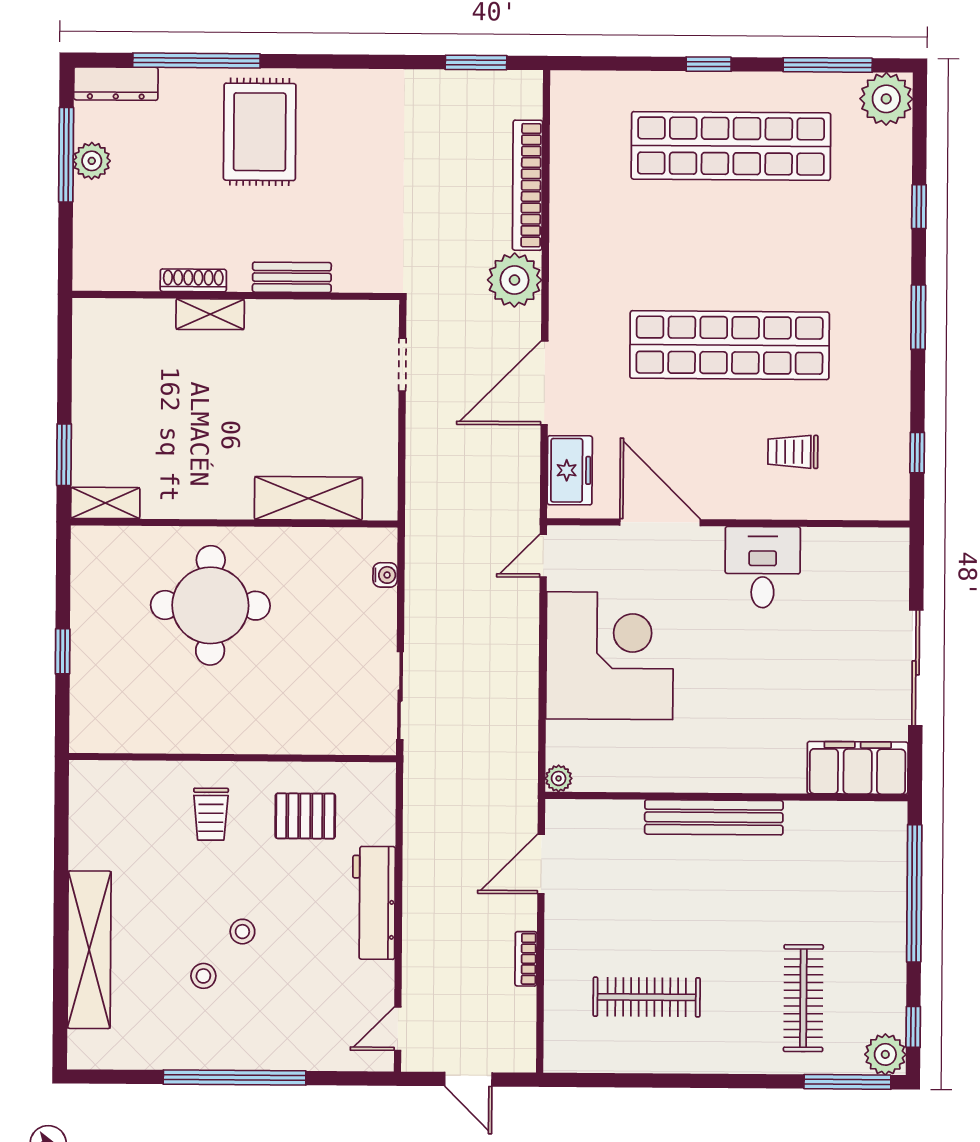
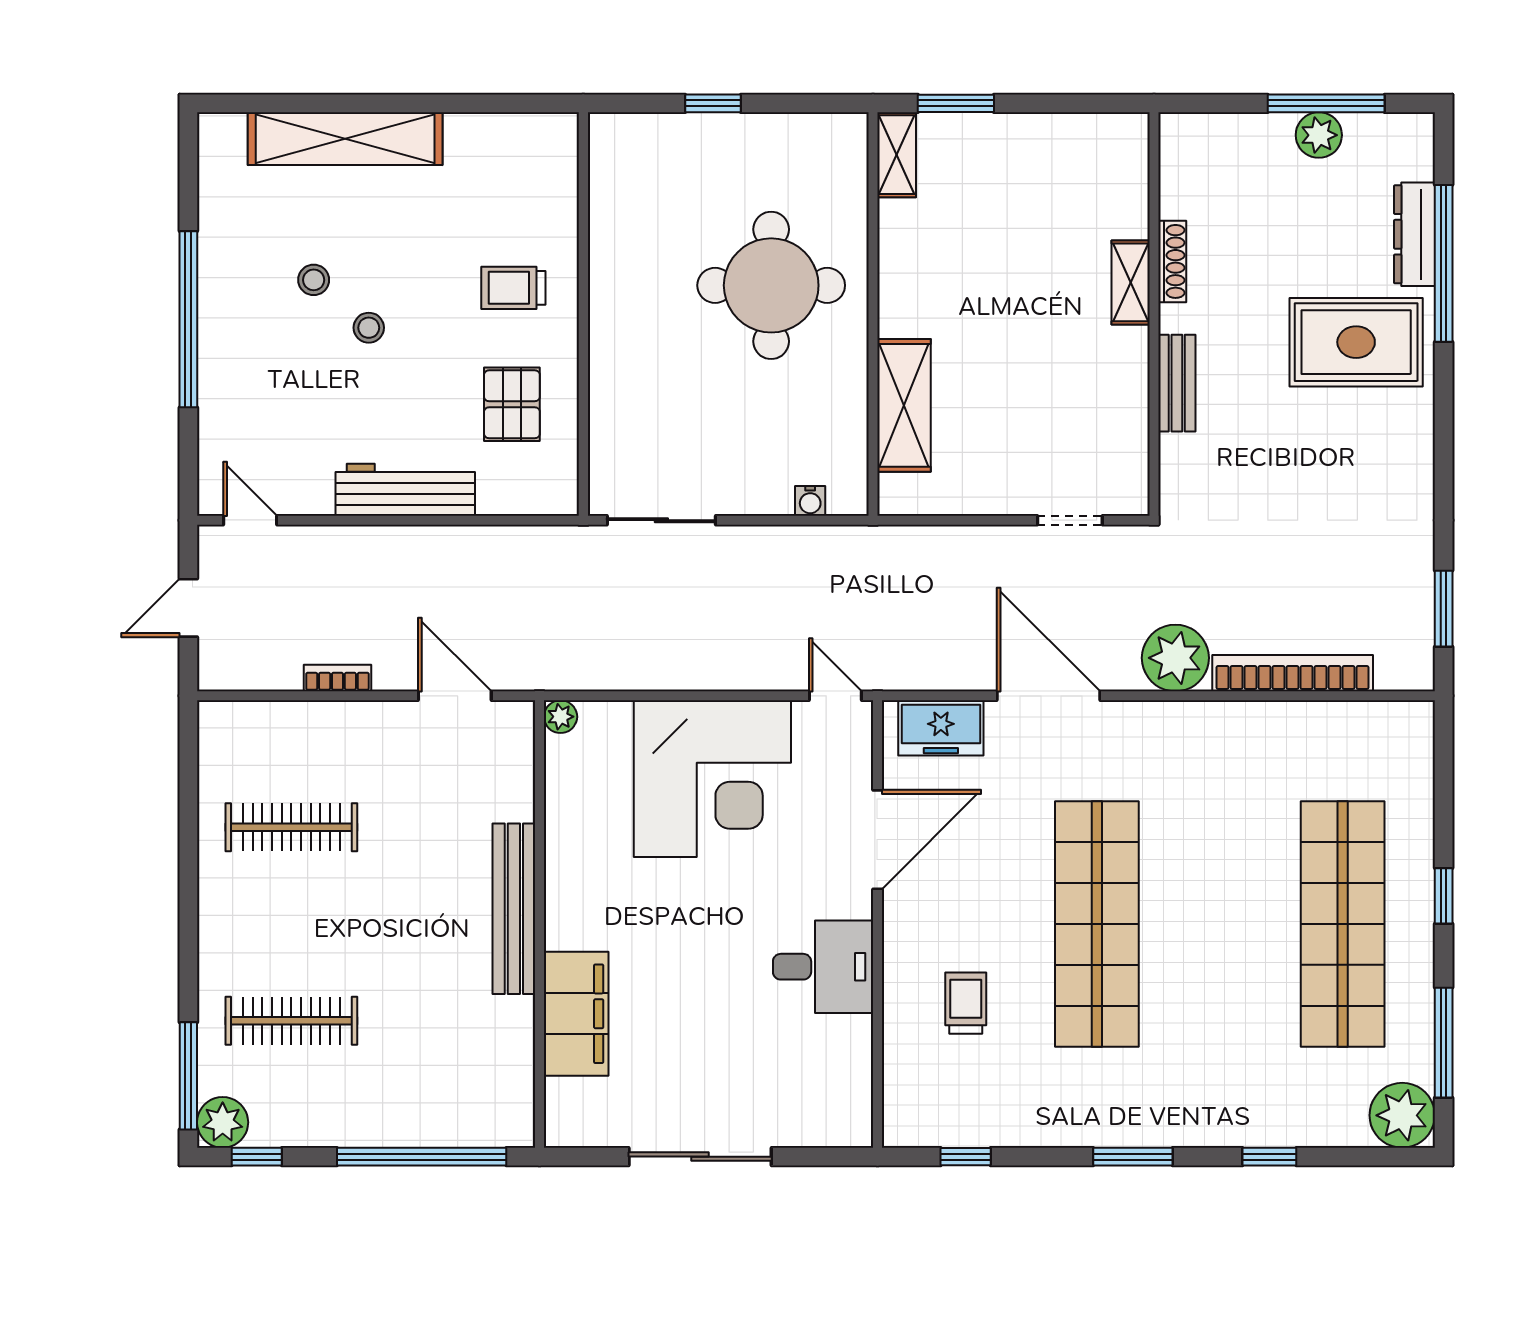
dresser: (116, 84) -> (1414, 234), moved
filing cabinet: (858, 768) -> (576, 1014), moved
clothes rail: (647, 997) -> (291, 827), turned 90

